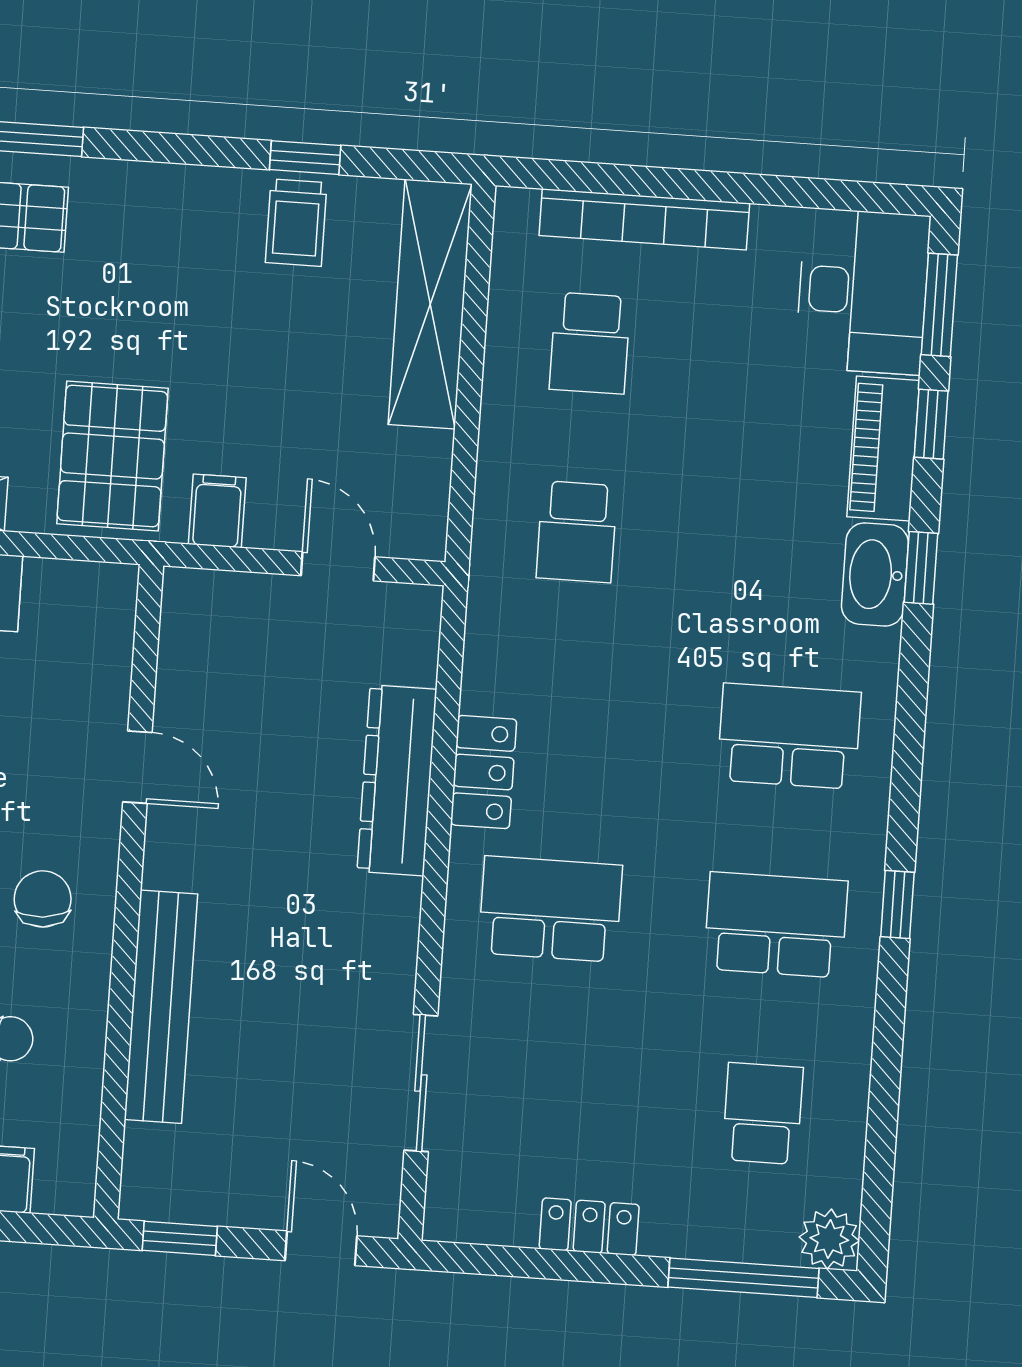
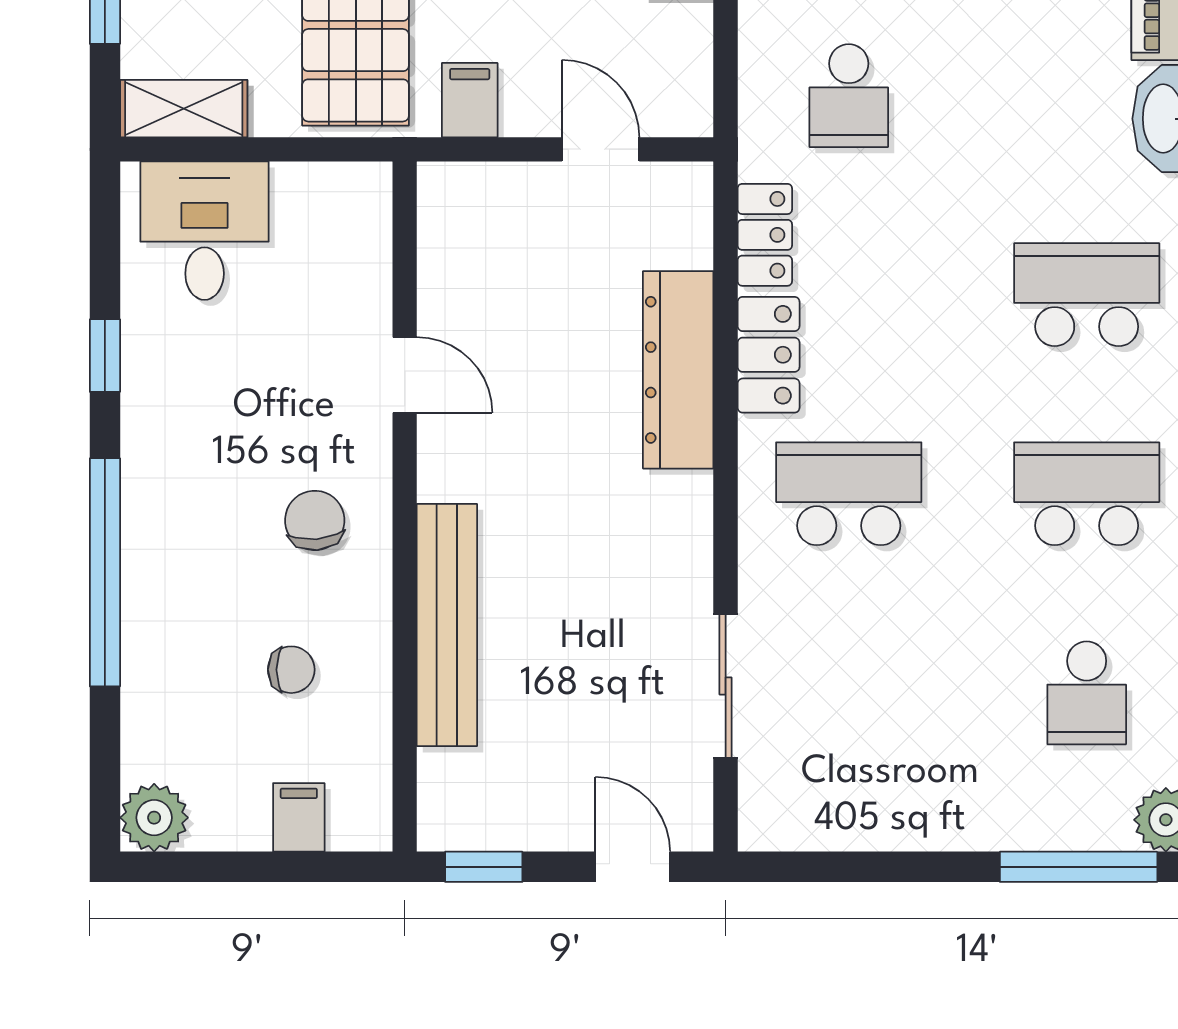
school desk: (763, 1113) -> (1087, 693), turned 180
locker: (589, 1227) -> (765, 235), moved, turned 90

